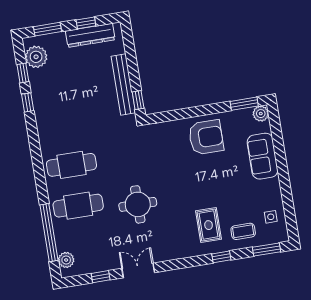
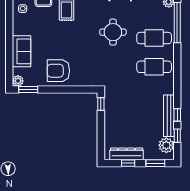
bench: (123, 85) -> (169, 116), moved

